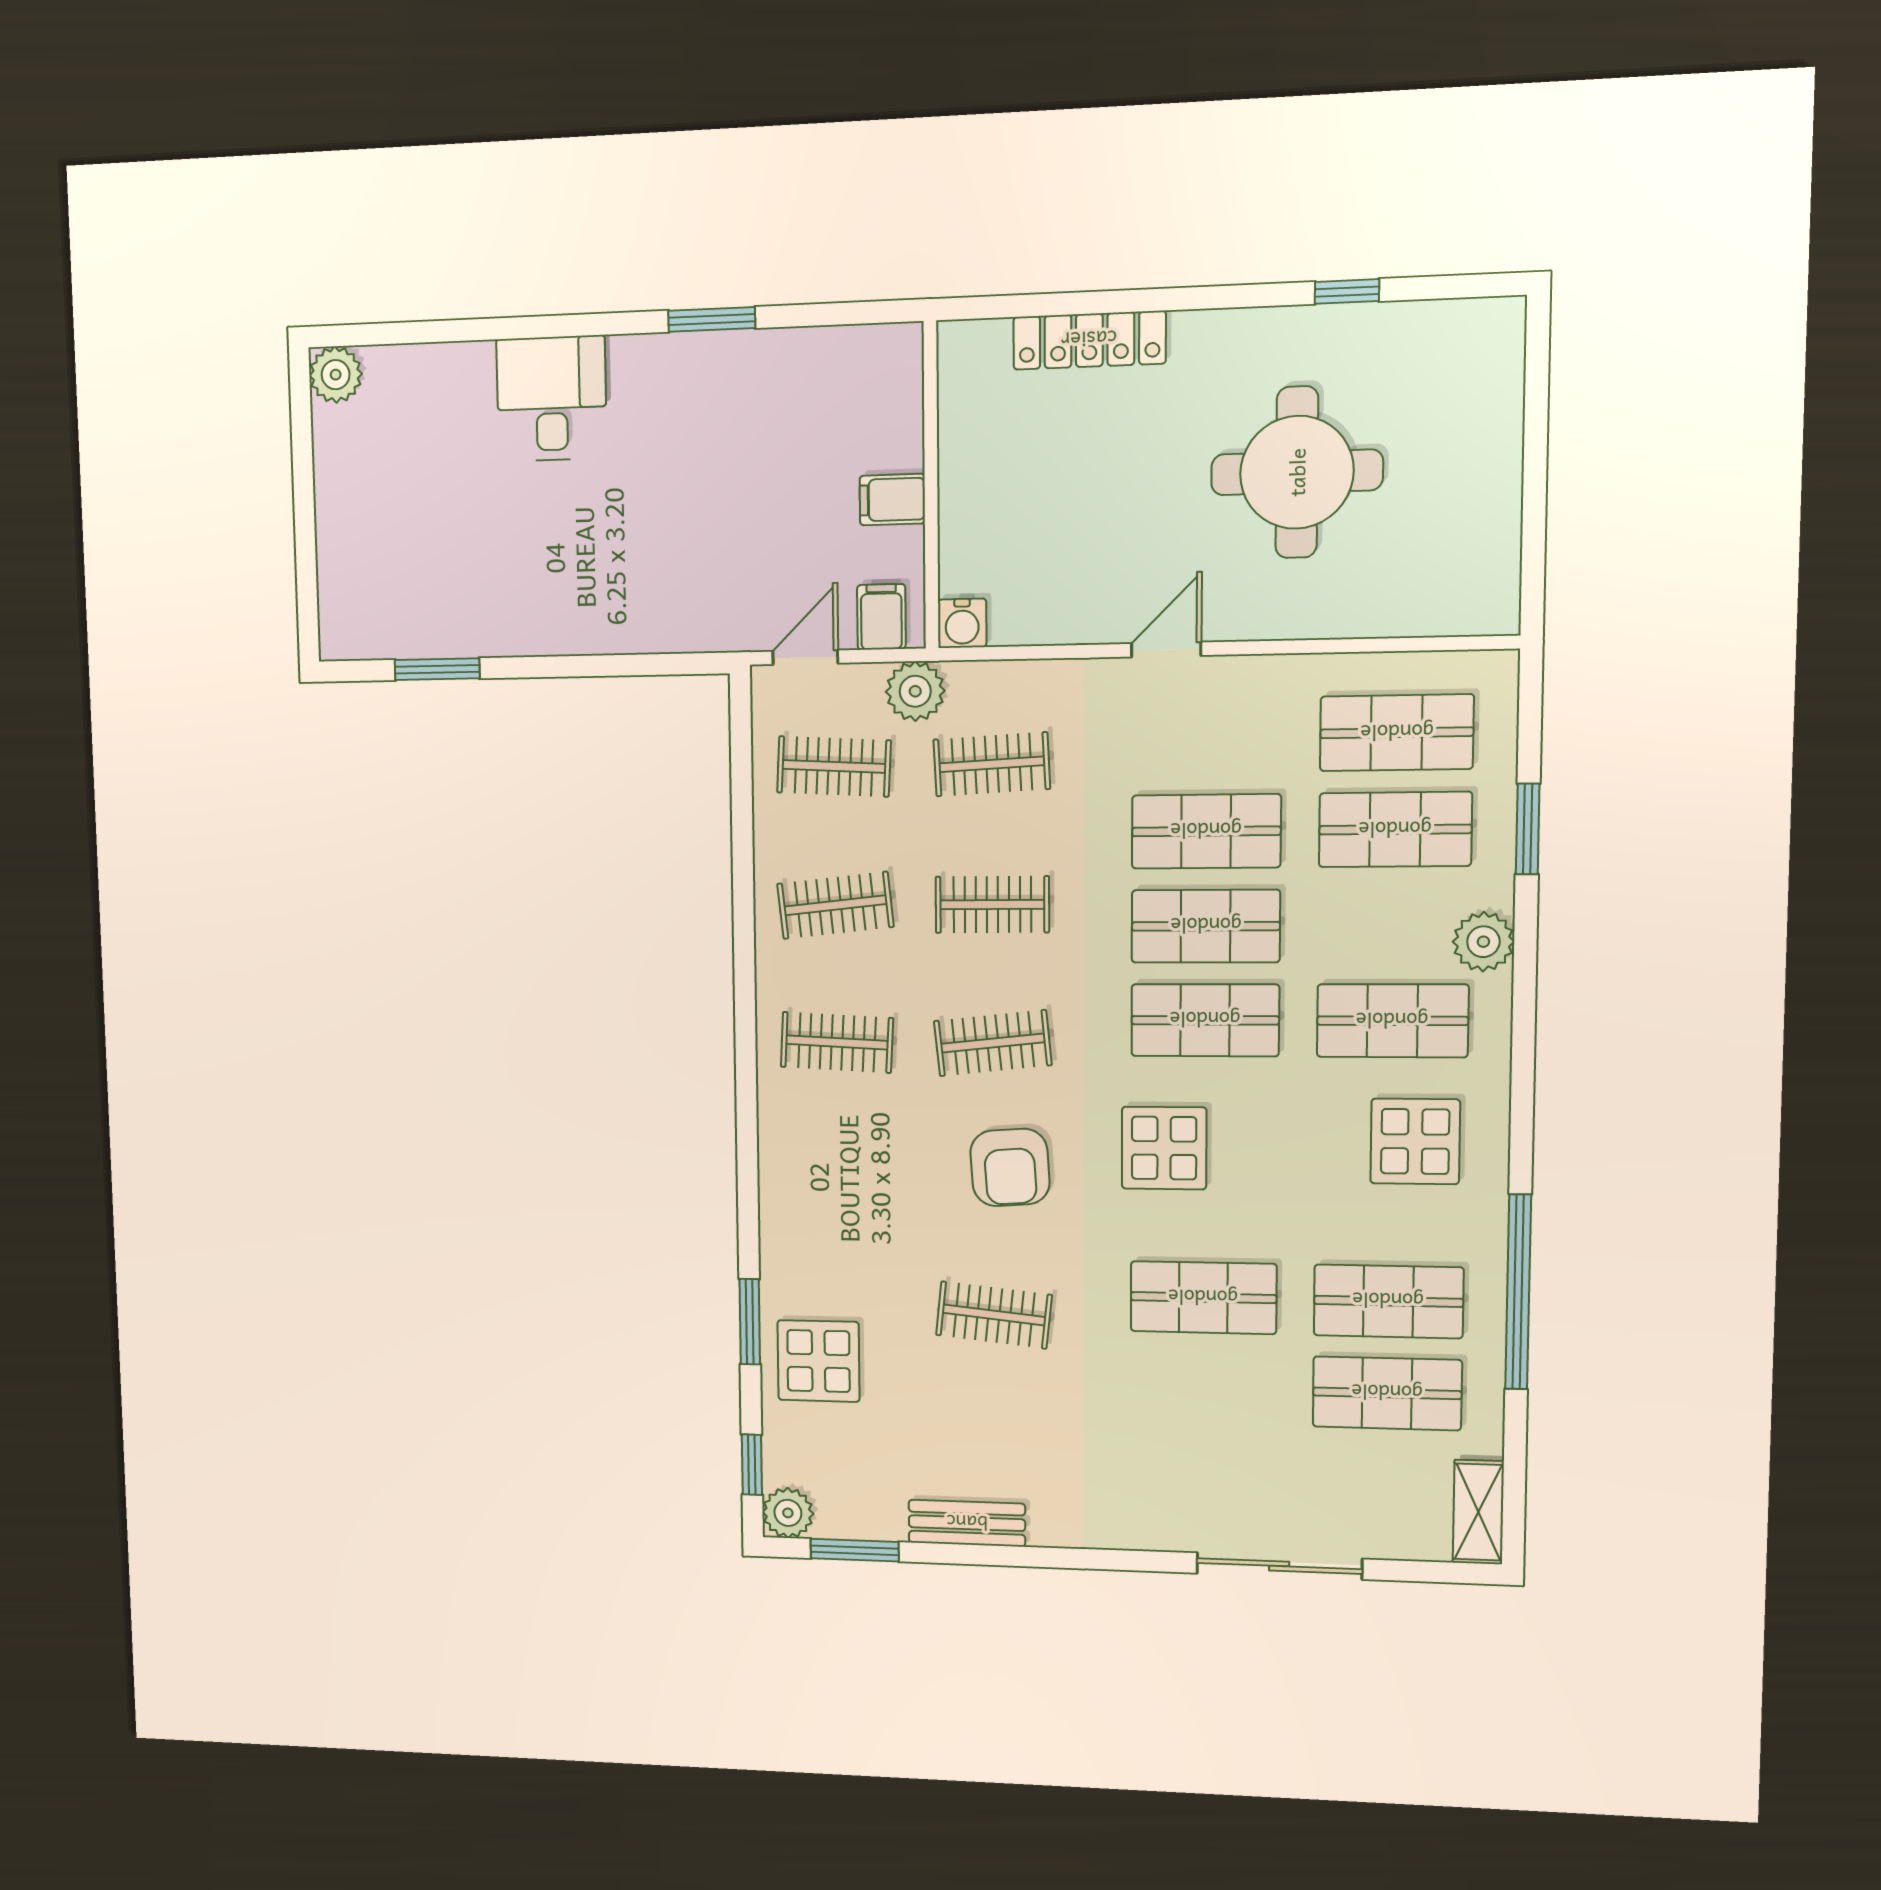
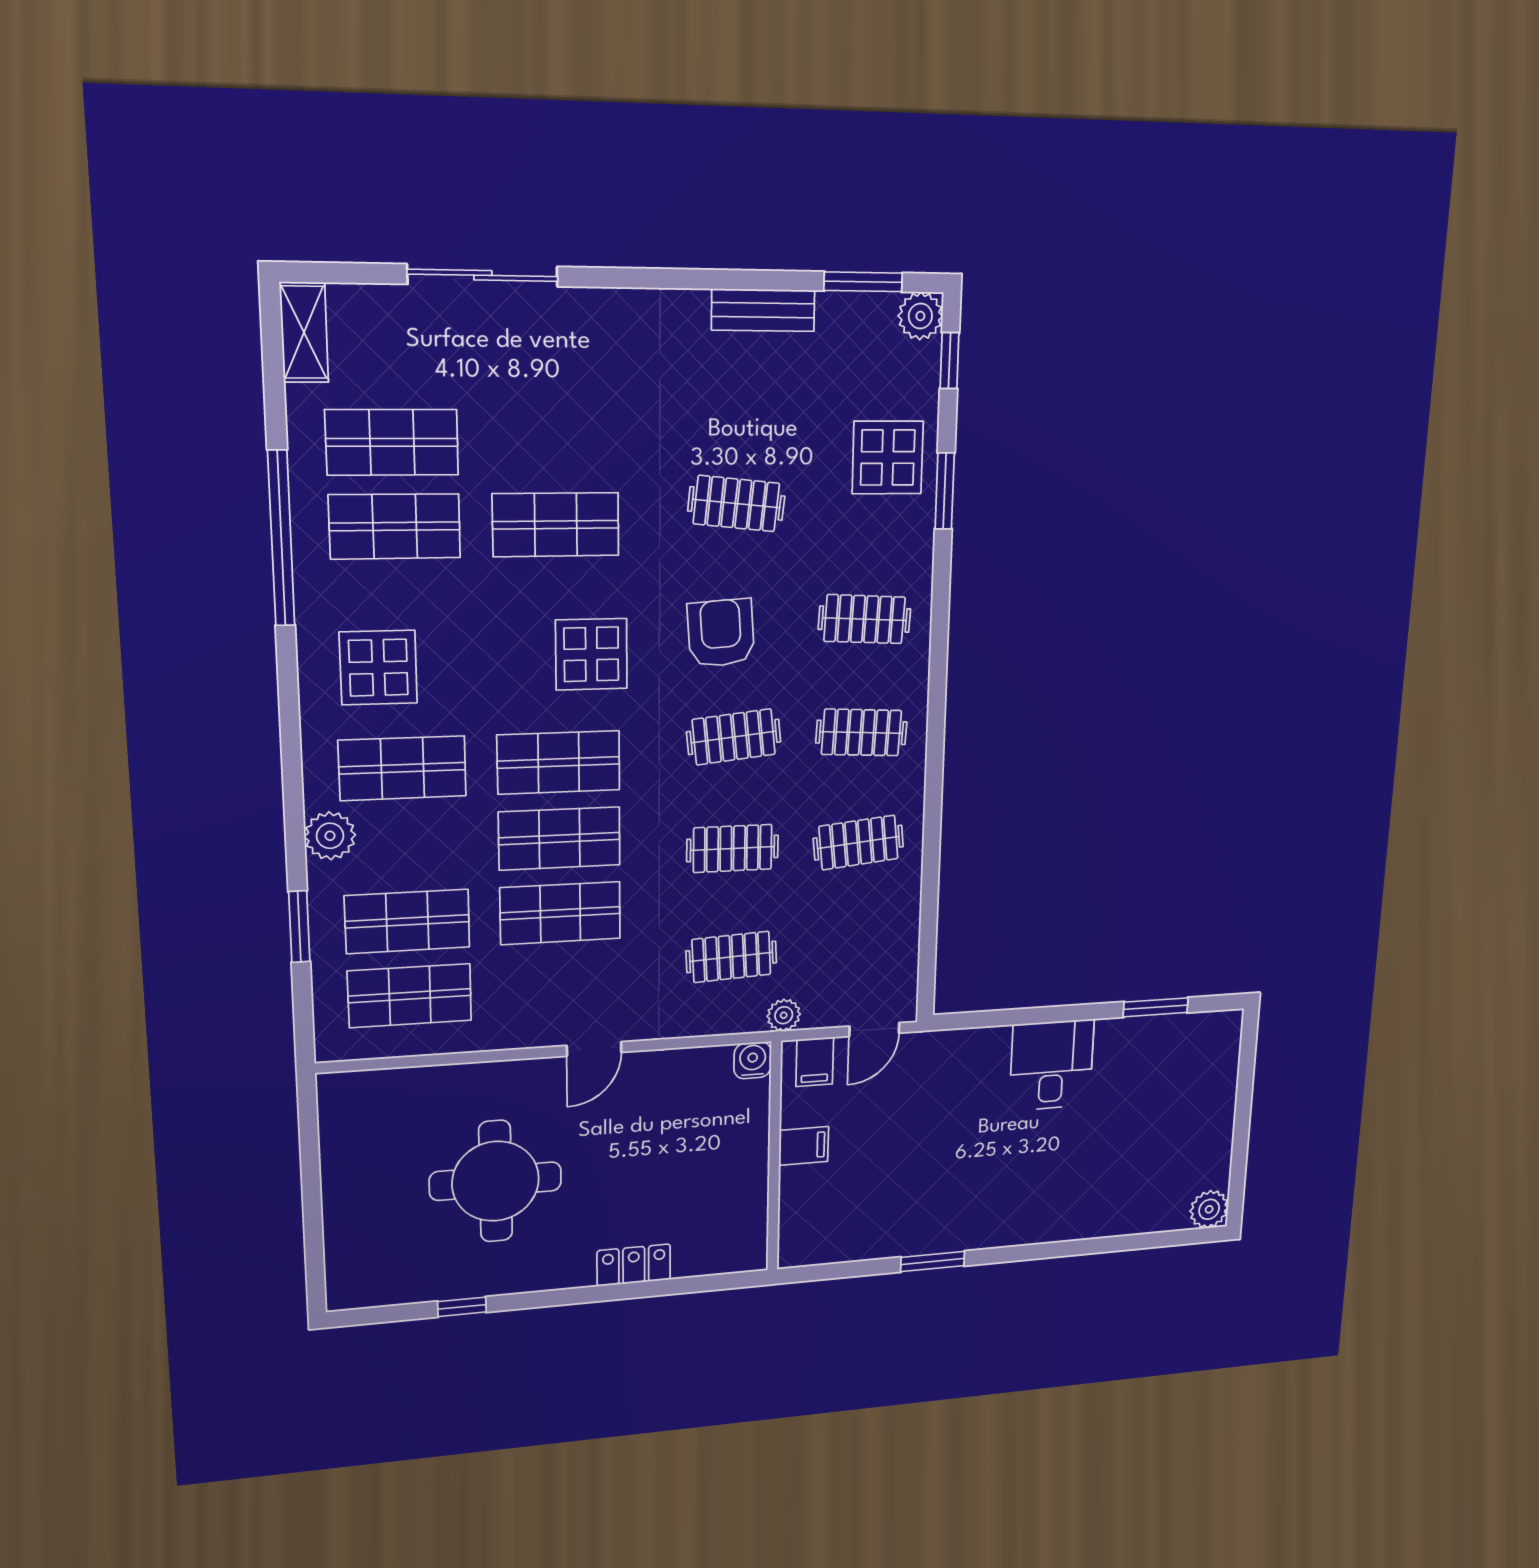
locker: (1089, 340) -> (634, 1265), width x0.66
desk: (552, 399) -> (1052, 1065), moved, turned 180
plant: (915, 691) -> (784, 1015), width x0.73, depth x0.73
clothes rail: (834, 766) -> (865, 619), moved

